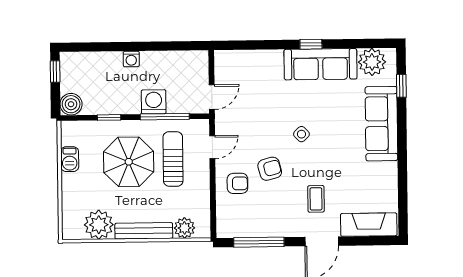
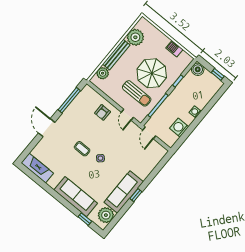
washing machine: (154, 102) -> (179, 128), moved, turned 180
armchair: (270, 169) -> (97, 132), removed
coffee table: (316, 199) -> (82, 149), moved
fireplace: (369, 225) -> (37, 168), moved, turned -90

